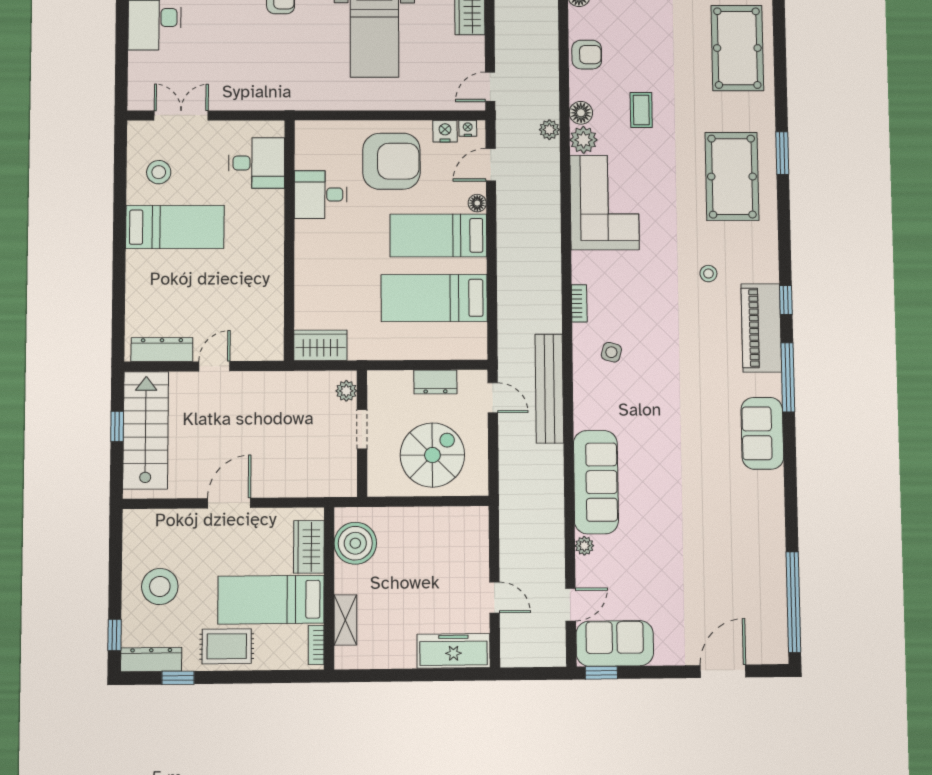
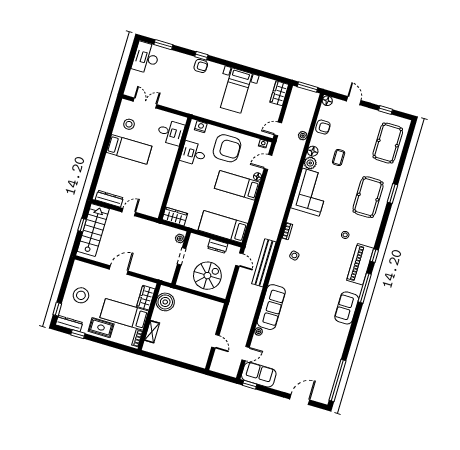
plant: (549, 130) -> (303, 136), moved
nightstand: (445, 131) -> (201, 127), moved
bed: (434, 298) -> (223, 227), moved
freezer: (453, 651) -> (192, 358), removed

